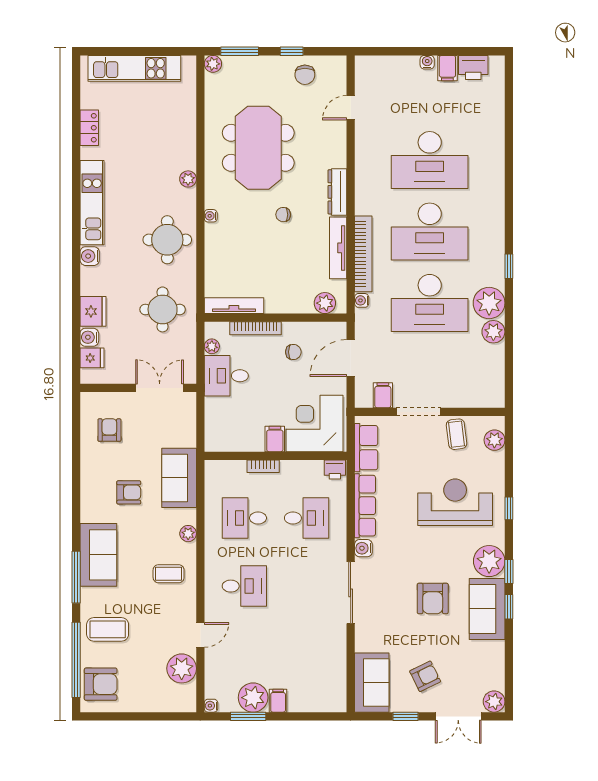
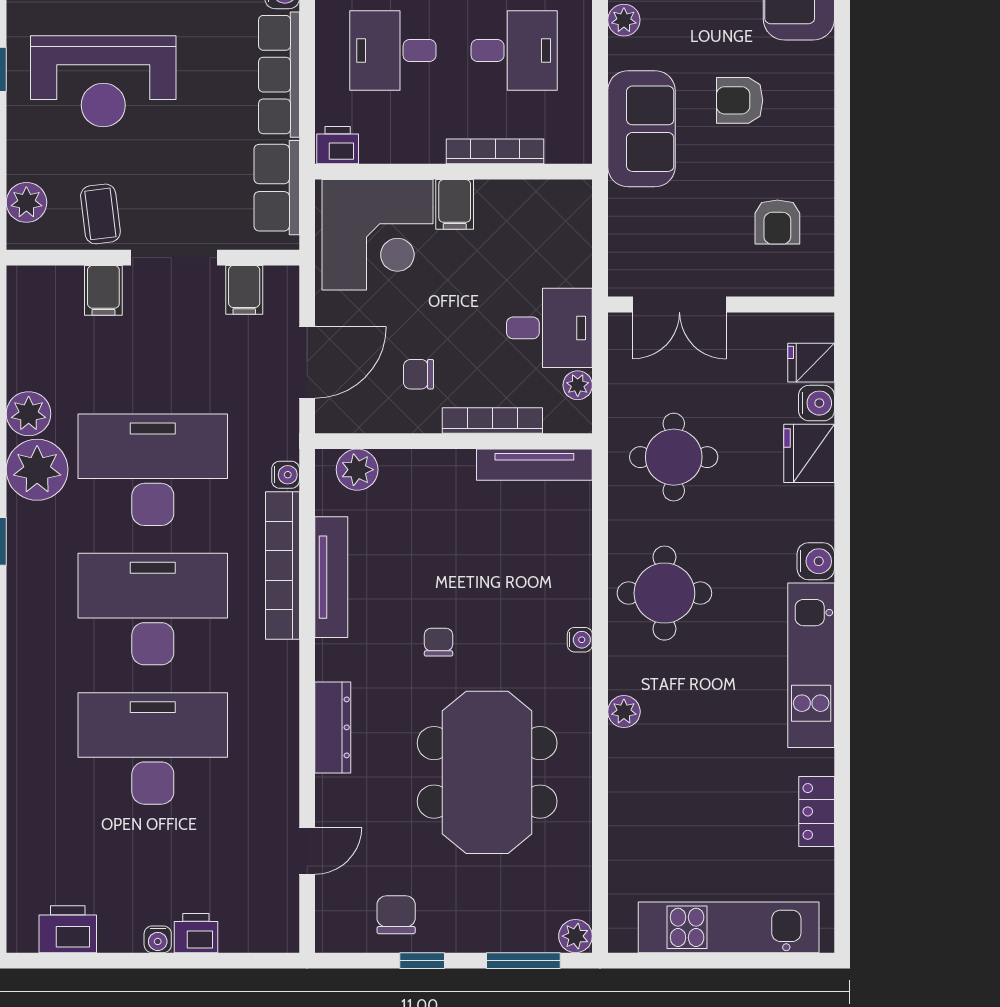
printer: (408, 65) -> (196, 933), added
filing cabinet: (447, 68) -> (103, 290), moved, turned 180
dresser: (337, 192) -> (333, 727), moved
chair: (283, 215) -> (439, 642), turned -90
bookcase: (263, 466) -> (495, 151), width x1.56

